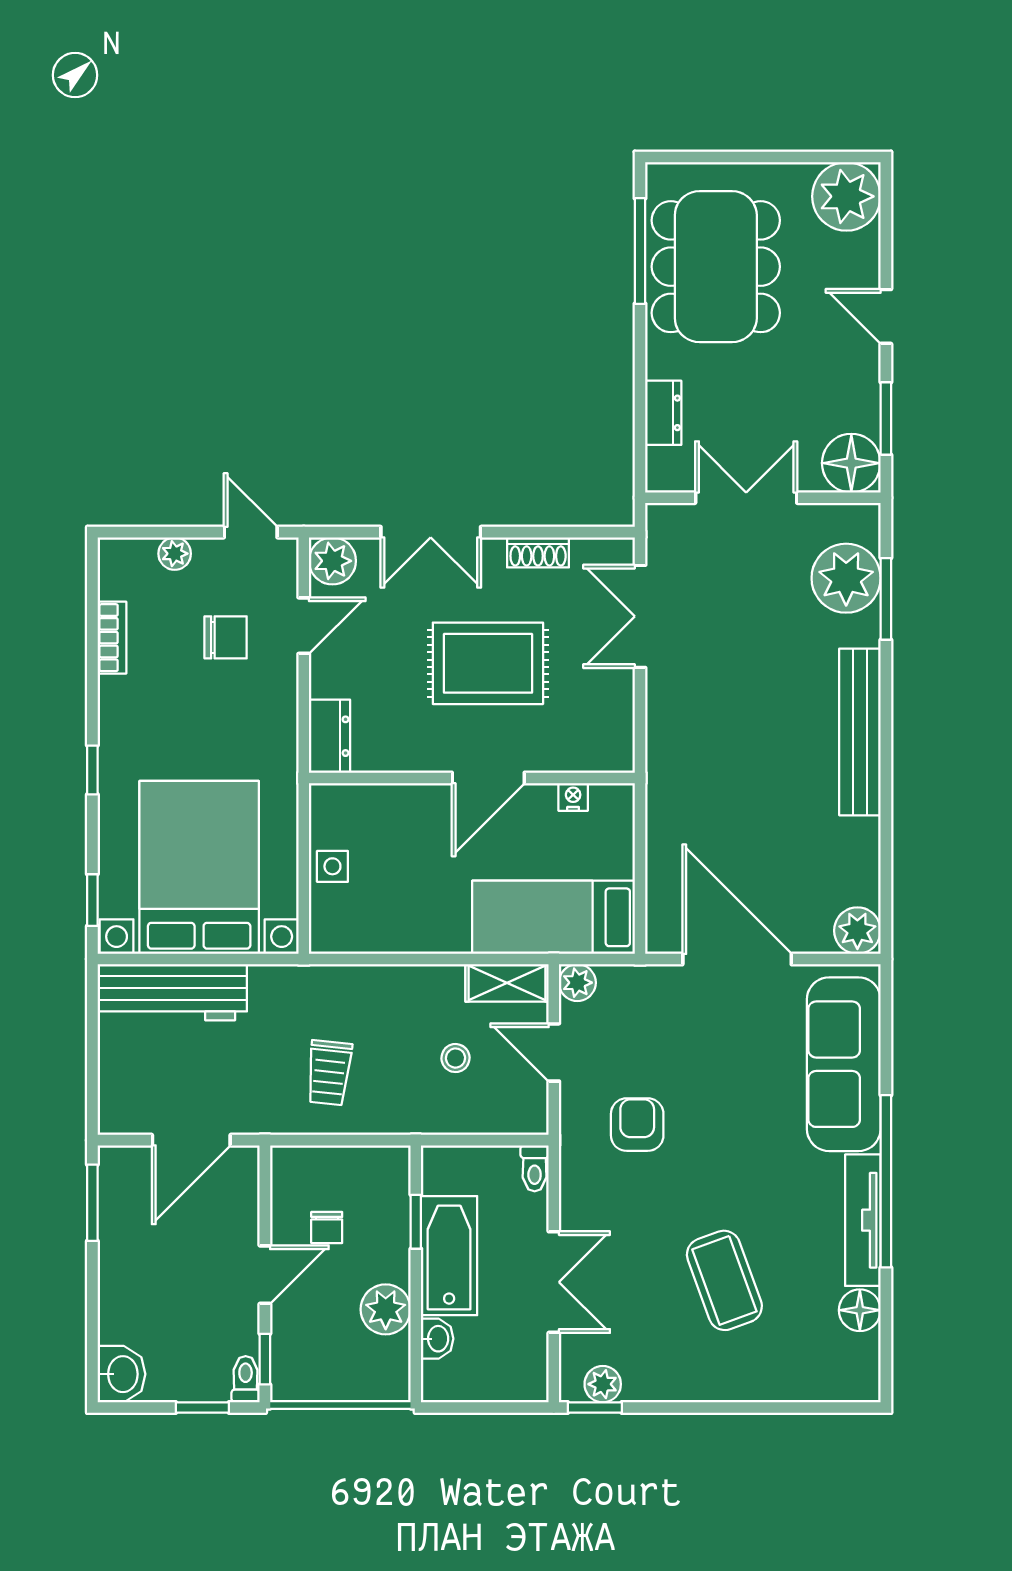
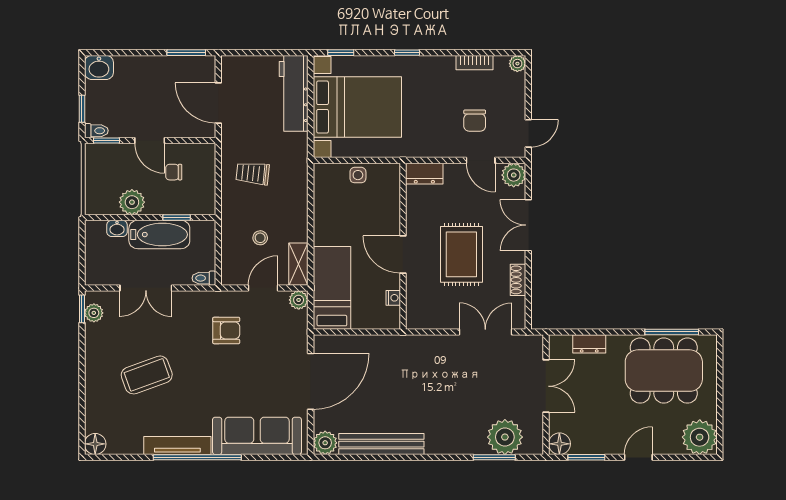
floor lamp: (851, 463) -> (559, 444), width x0.73, depth x0.73
plant: (175, 554) -> (517, 64), moved
bench: (860, 732) -> (381, 444), moved
floor lamp: (860, 1310) -> (95, 444), moved

